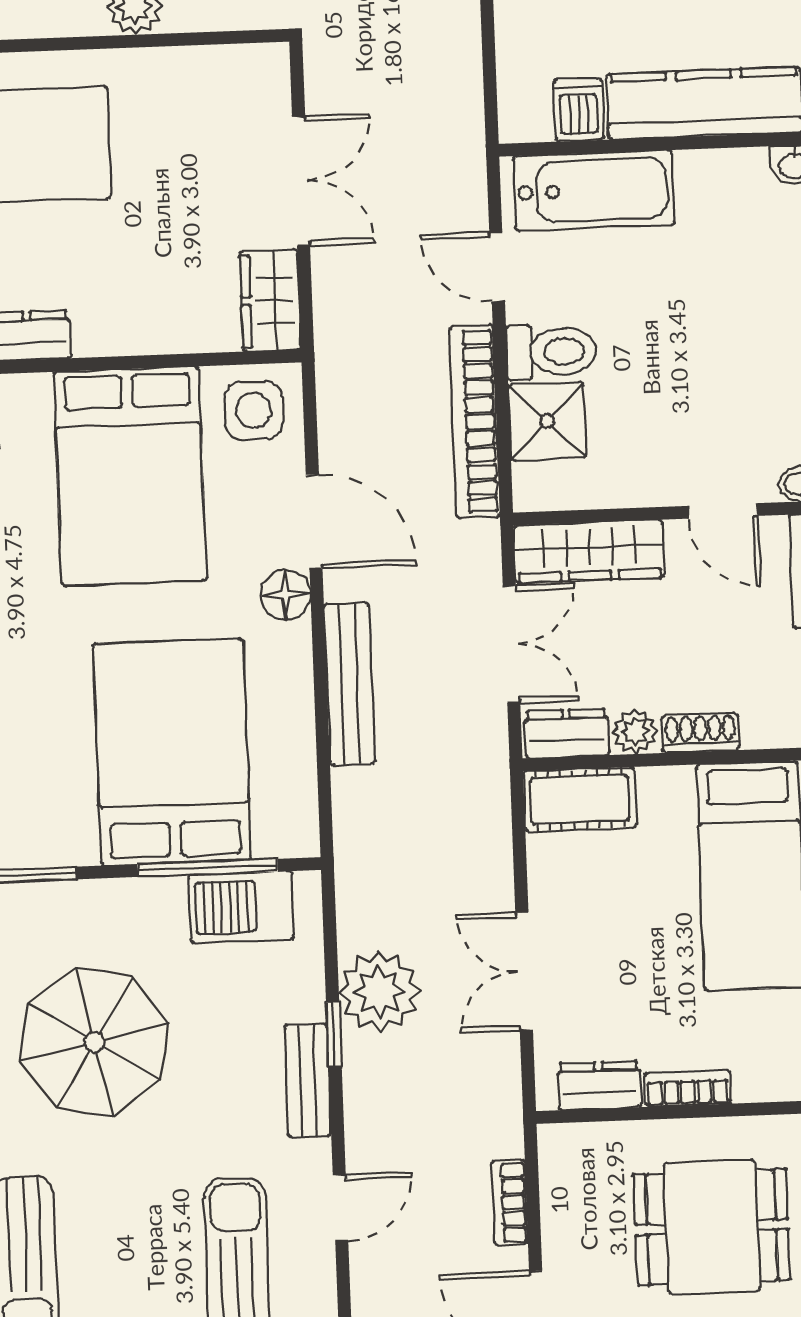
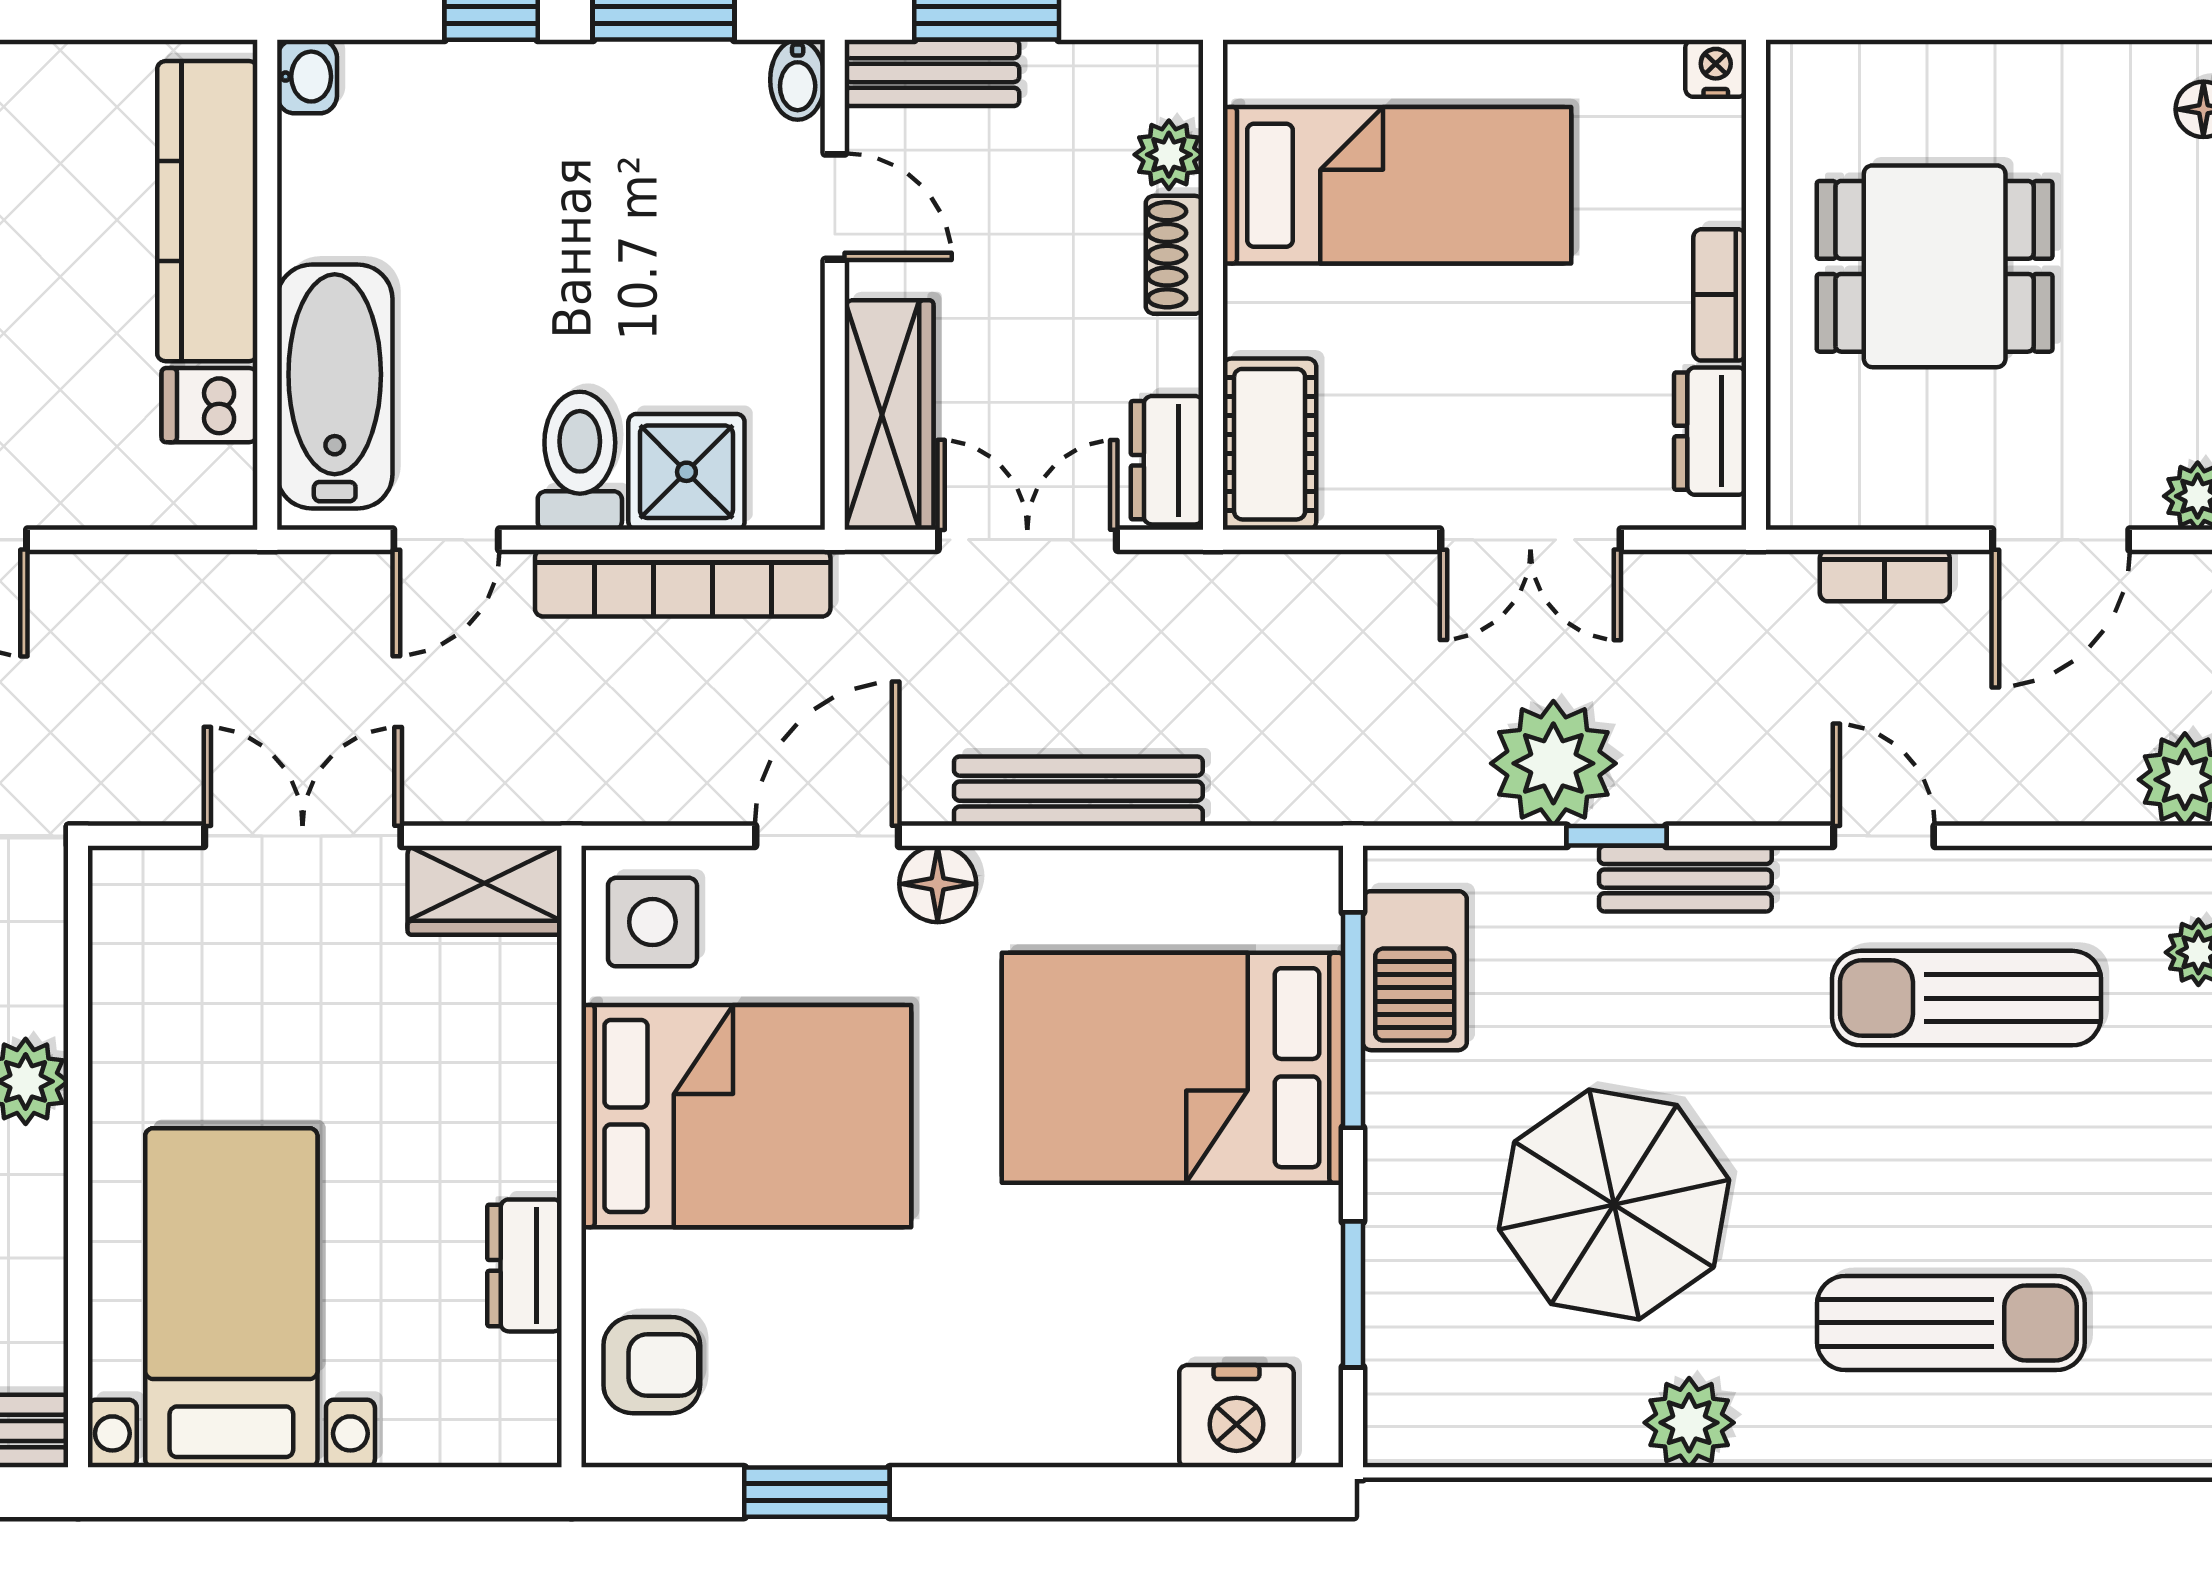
door: (723, 511) -> (835, 207), hinge flipped
plant: (635, 732) -> (1169, 155), moved
dining table: (712, 1227) -> (1935, 266), turned 90

